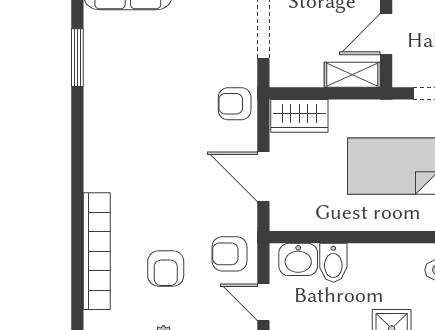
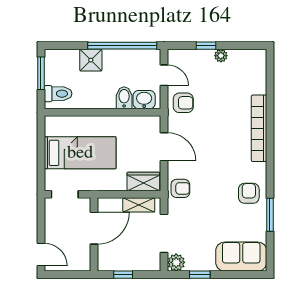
door: (386, 34) -> (94, 228), width x1.38
shelving: (352, 75) -> (139, 205), moved
bookcase: (97, 251) -> (259, 128), moved
armchair: (166, 269) -> (249, 193), moved

